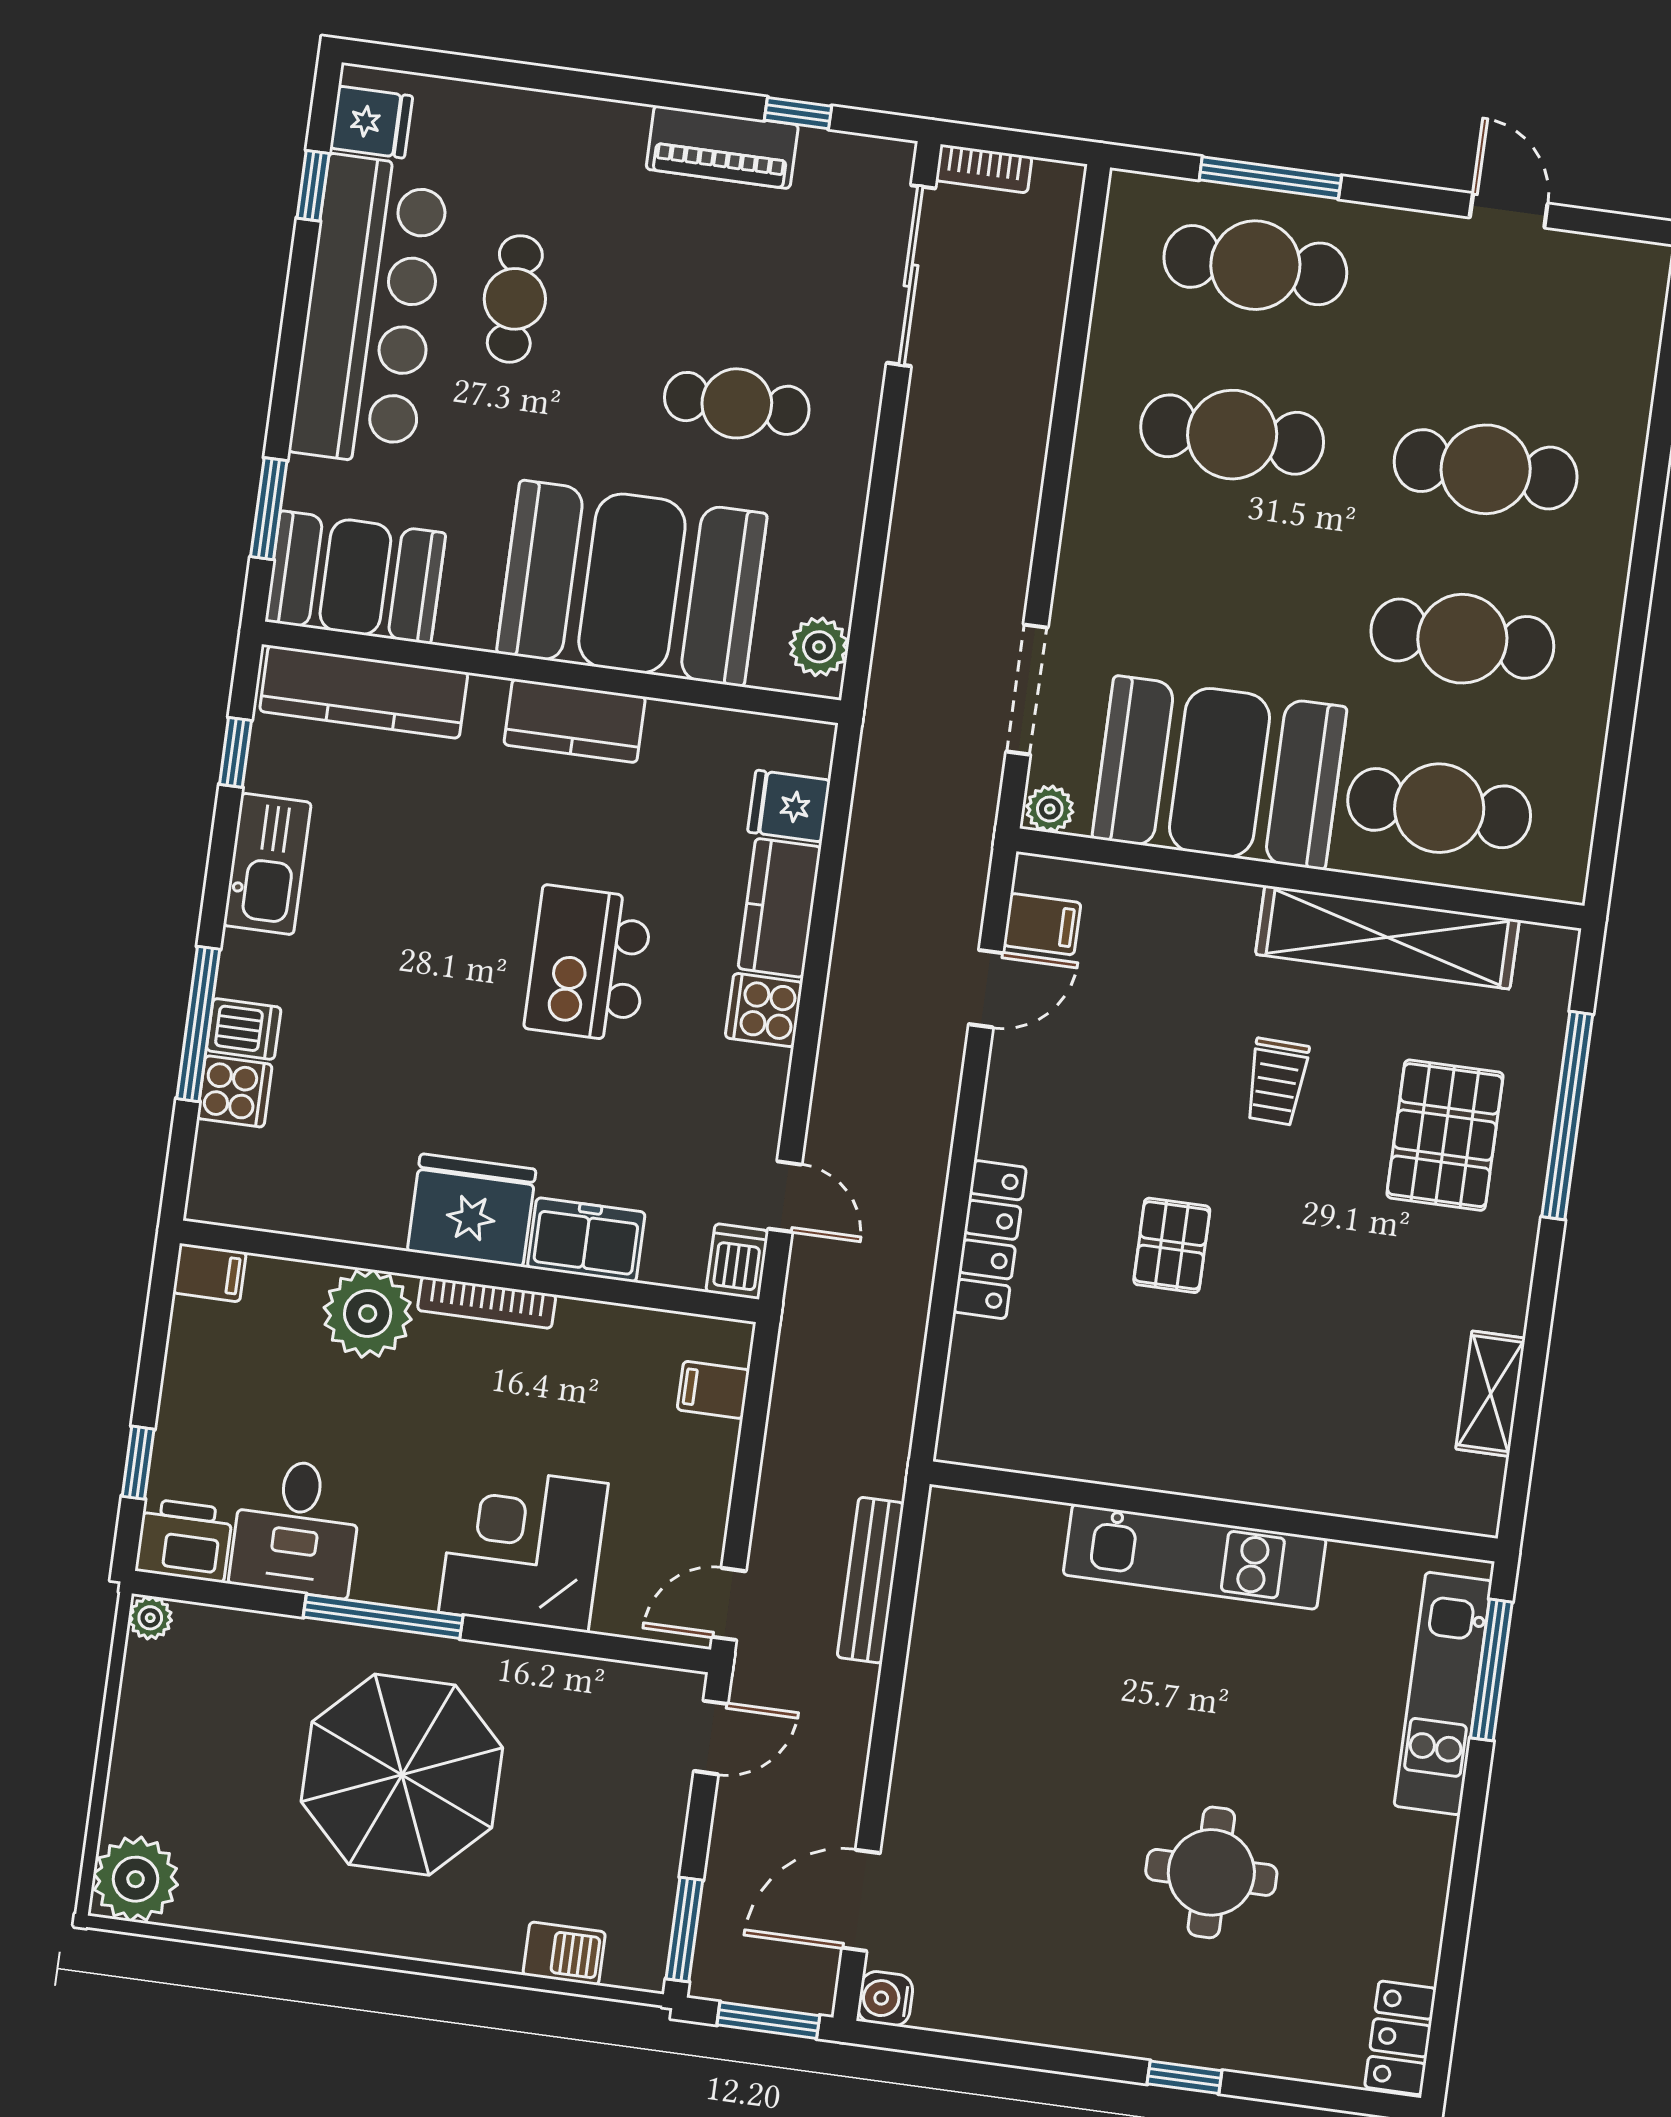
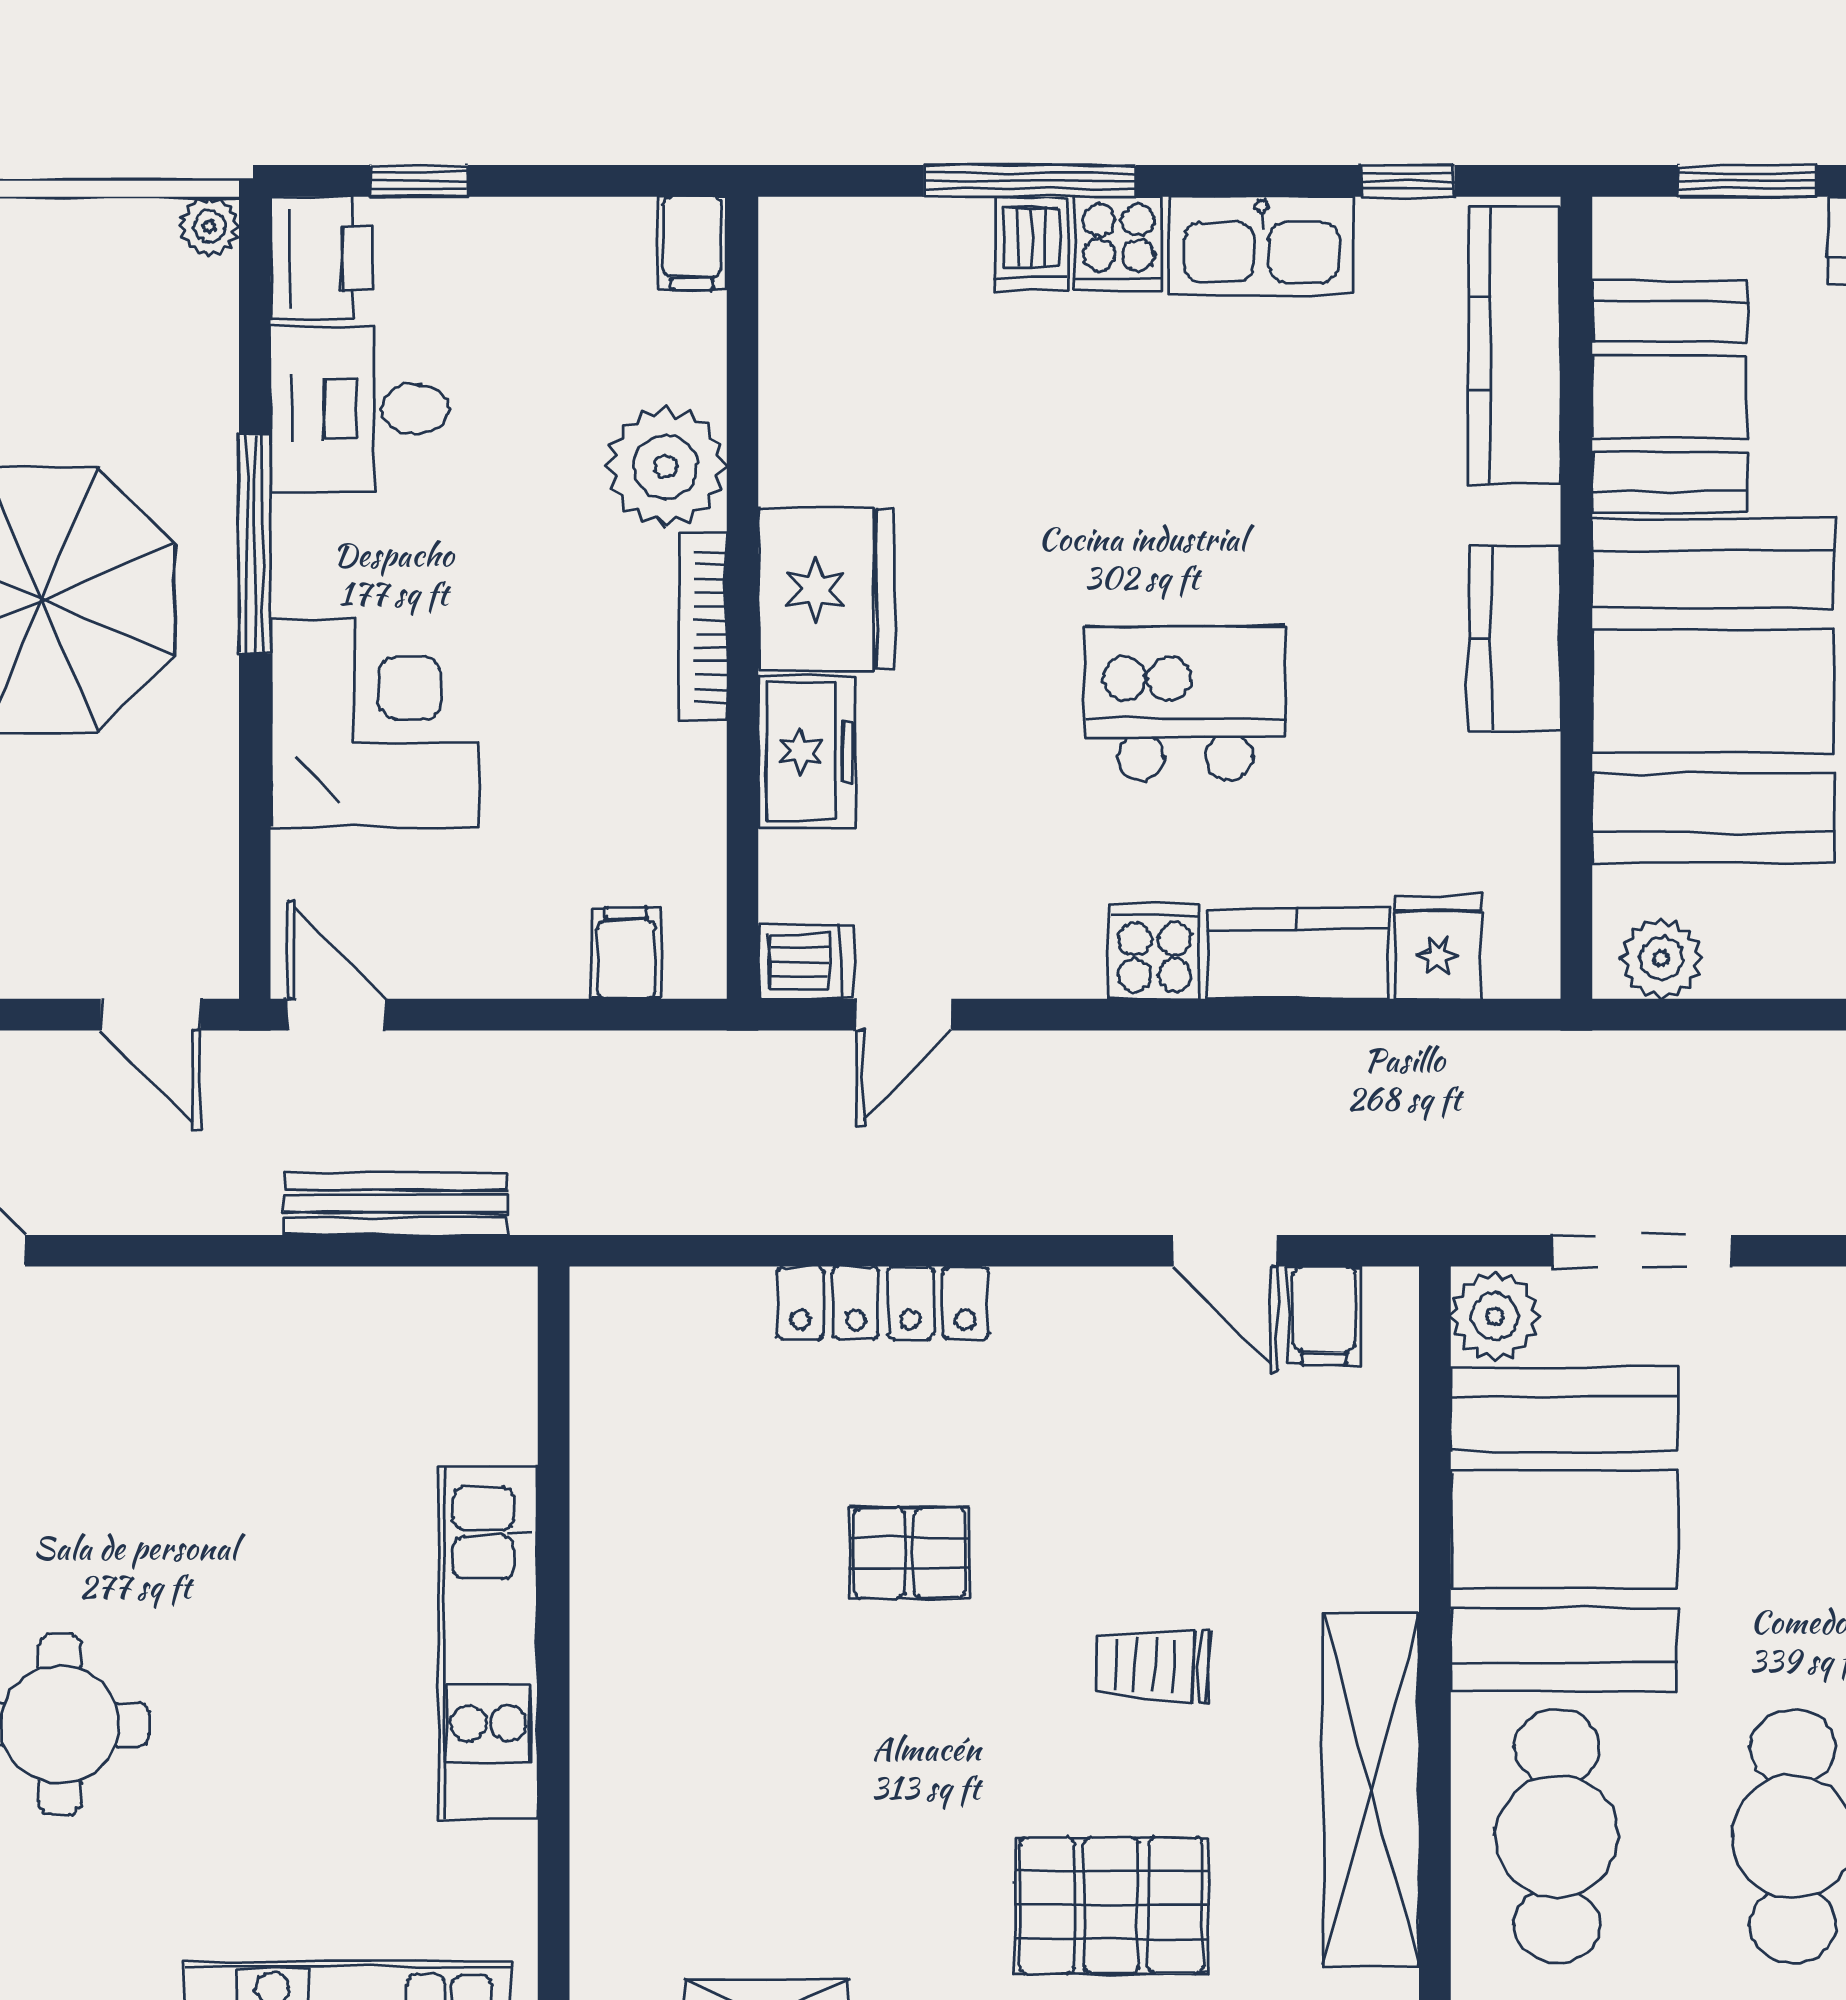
booth: (355, 577) -> (1670, 397), moved
plant: (1050, 809) -> (1495, 1316), width x1.38, depth x1.38
cooker: (235, 1091) -> (1118, 243), moved

